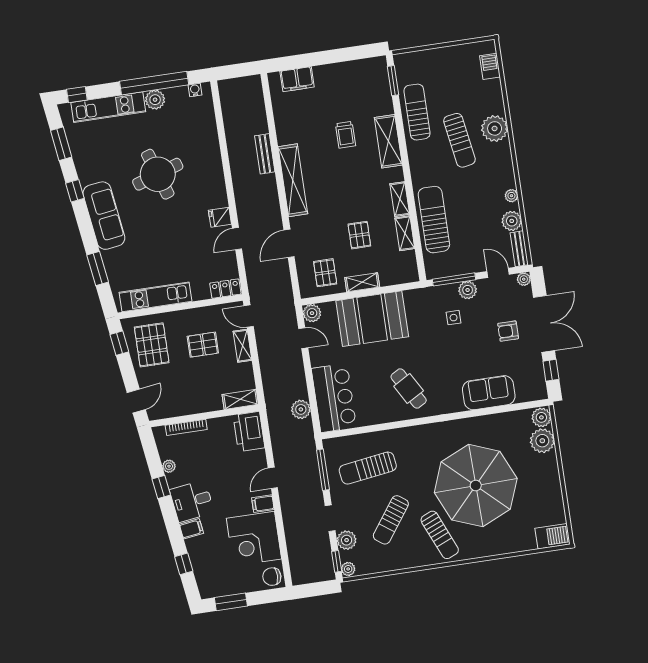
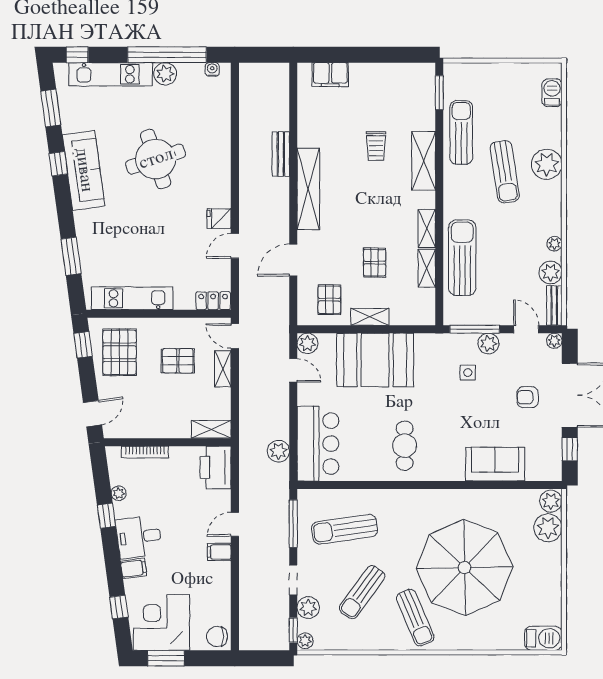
sofa: (104, 216) -> (84, 170), moved
cafe table: (409, 388) -> (405, 446), turned 30
corner desk: (254, 539) -> (162, 623), moved, turned 90

